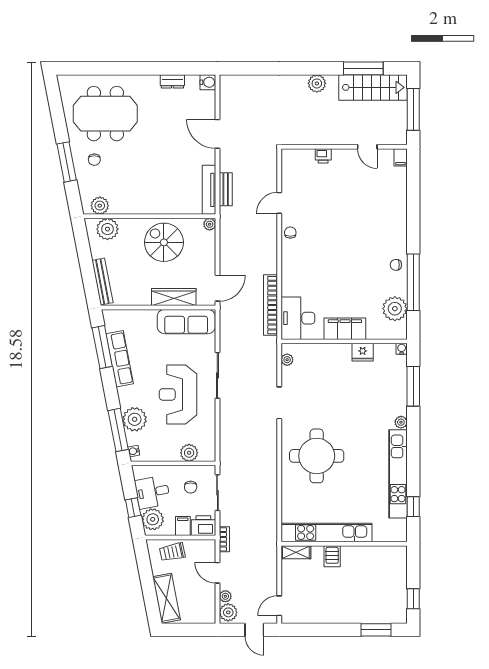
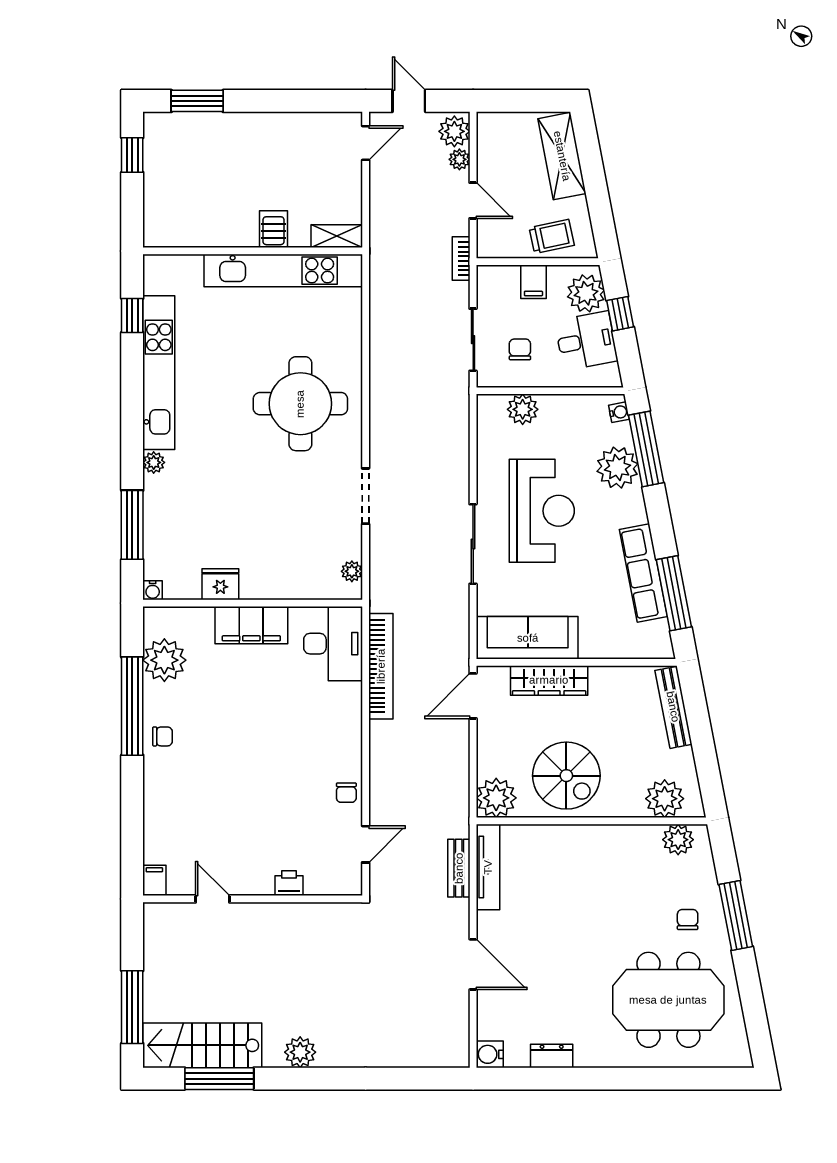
wall: (344, 147) -> (253, 899), moved
door: (367, 147) -> (212, 899), moved
printer: (323, 156) -> (289, 883), moved
filing cabinet: (401, 157) -> (154, 880), moved
plant: (210, 224) -> (496, 798), width x1.87, depth x1.87
printer: (203, 526) -> (498, 282), removed

